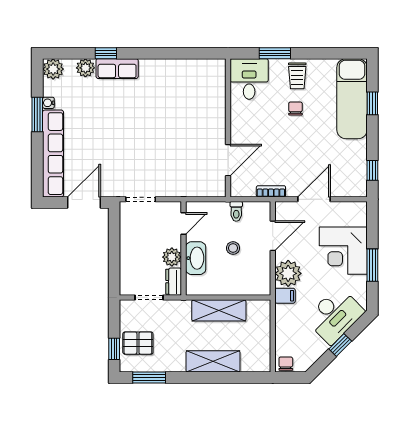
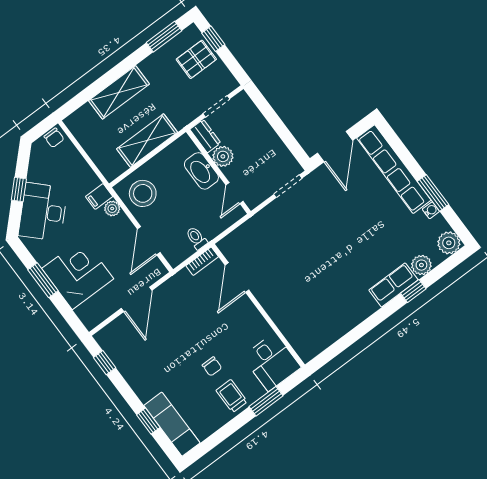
exam couch: (352, 99) -> (172, 424), width x0.73, depth x0.69
bookcase: (271, 191) -> (202, 261), moved
stool: (233, 248) -> (143, 193), moved, width x1.89, depth x1.89
plant: (288, 273) -> (112, 209), width x0.53, depth x0.53

